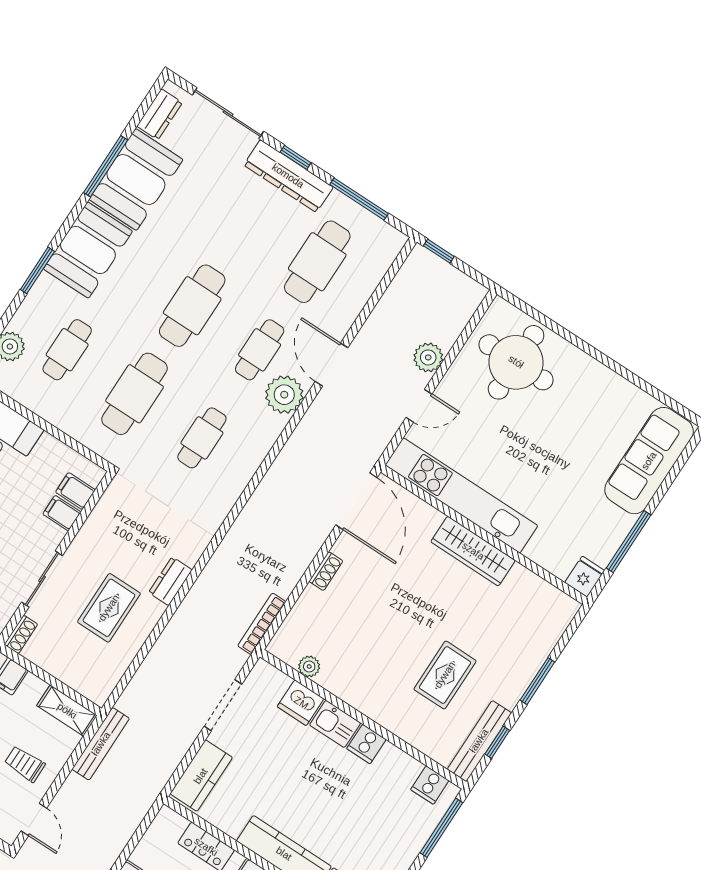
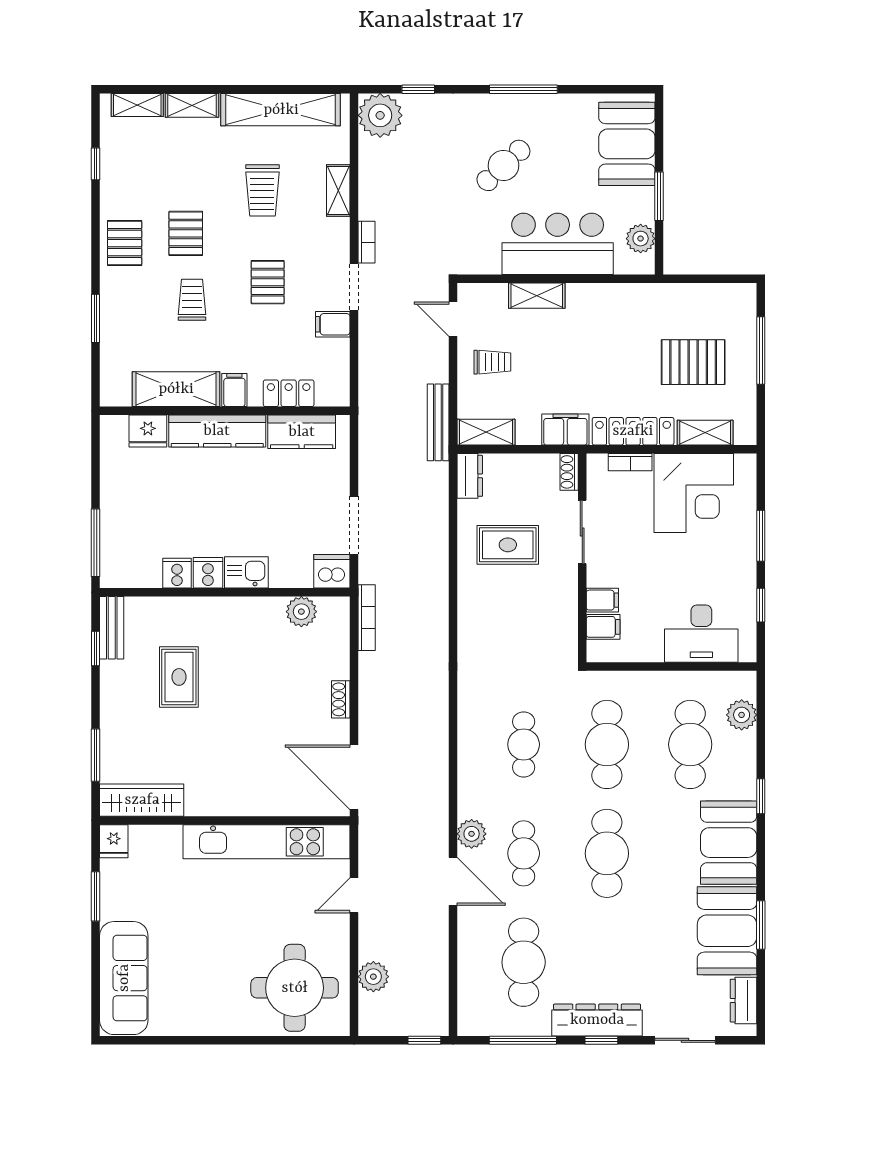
sliding door: (228, 113) -> (685, 1040), width x0.73
window: (106, 166) -> (761, 925), width x0.69
window: (37, 270) -> (761, 796), width x0.67
cafe table: (67, 350) -> (690, 744), width x1.37, depth x1.35
plant: (428, 357) -> (373, 977), moved
plant: (284, 395) -> (472, 834), width x0.73, depth x0.73
window: (629, 542) -> (96, 896), width x0.69
wardrobe: (473, 551) -> (142, 800), moved
dresser: (170, 581) -> (470, 476), moved
rug: (109, 608) -> (508, 545), turned 90
plant: (309, 666) -> (301, 612), width x1.38, depth x1.38
window: (537, 681) -> (96, 755), moved
dishwasher: (301, 703) -> (332, 571), moved
bench: (479, 741) -> (112, 628), width x0.73
kitchen counter: (201, 776) -> (302, 432), moved, turned -90
cooker: (430, 785) -> (177, 573), moved

